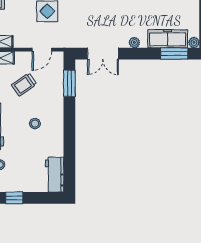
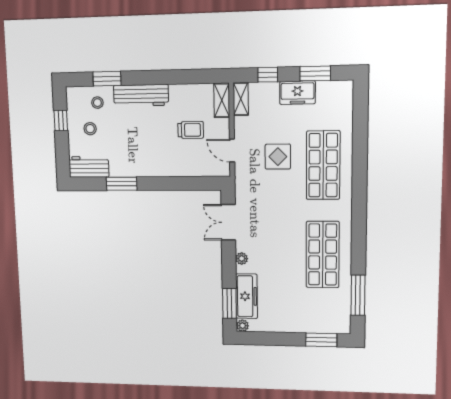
window: (69, 83) -> (122, 184), moved
trolley: (24, 84) -> (191, 130), turned 125
stool: (35, 124) -> (90, 129), moved

